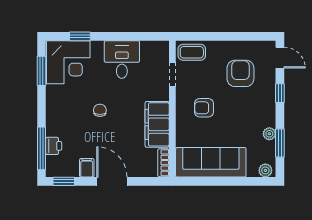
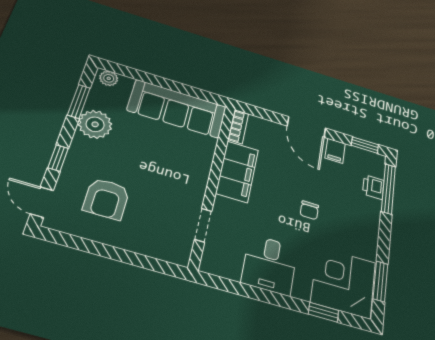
coffee table: (192, 52) -> (169, 246), removed
armchair: (204, 108) -> (170, 172), removed
plant: (269, 134) -> (95, 124), width x1.88, depth x1.88

